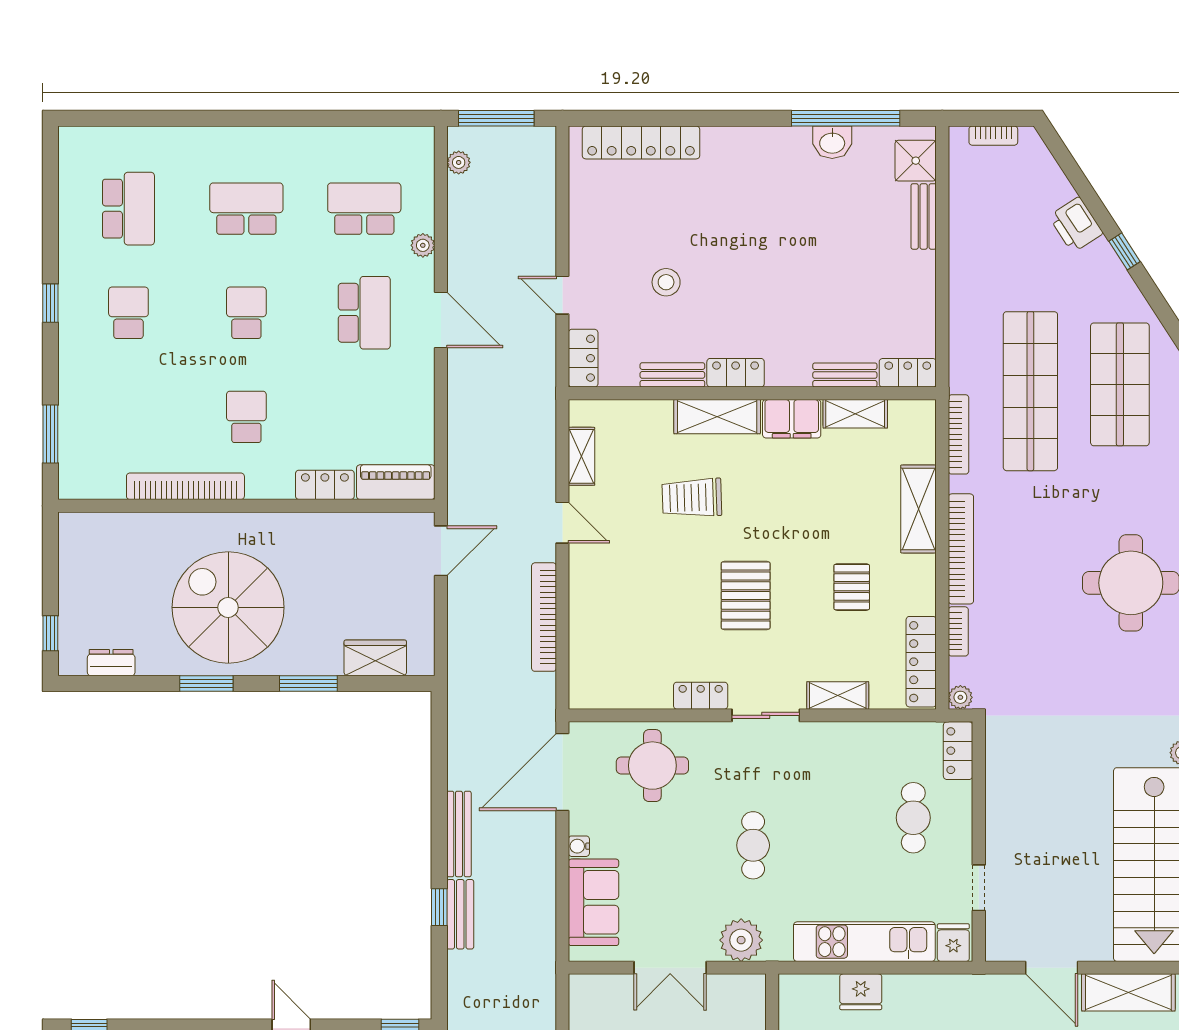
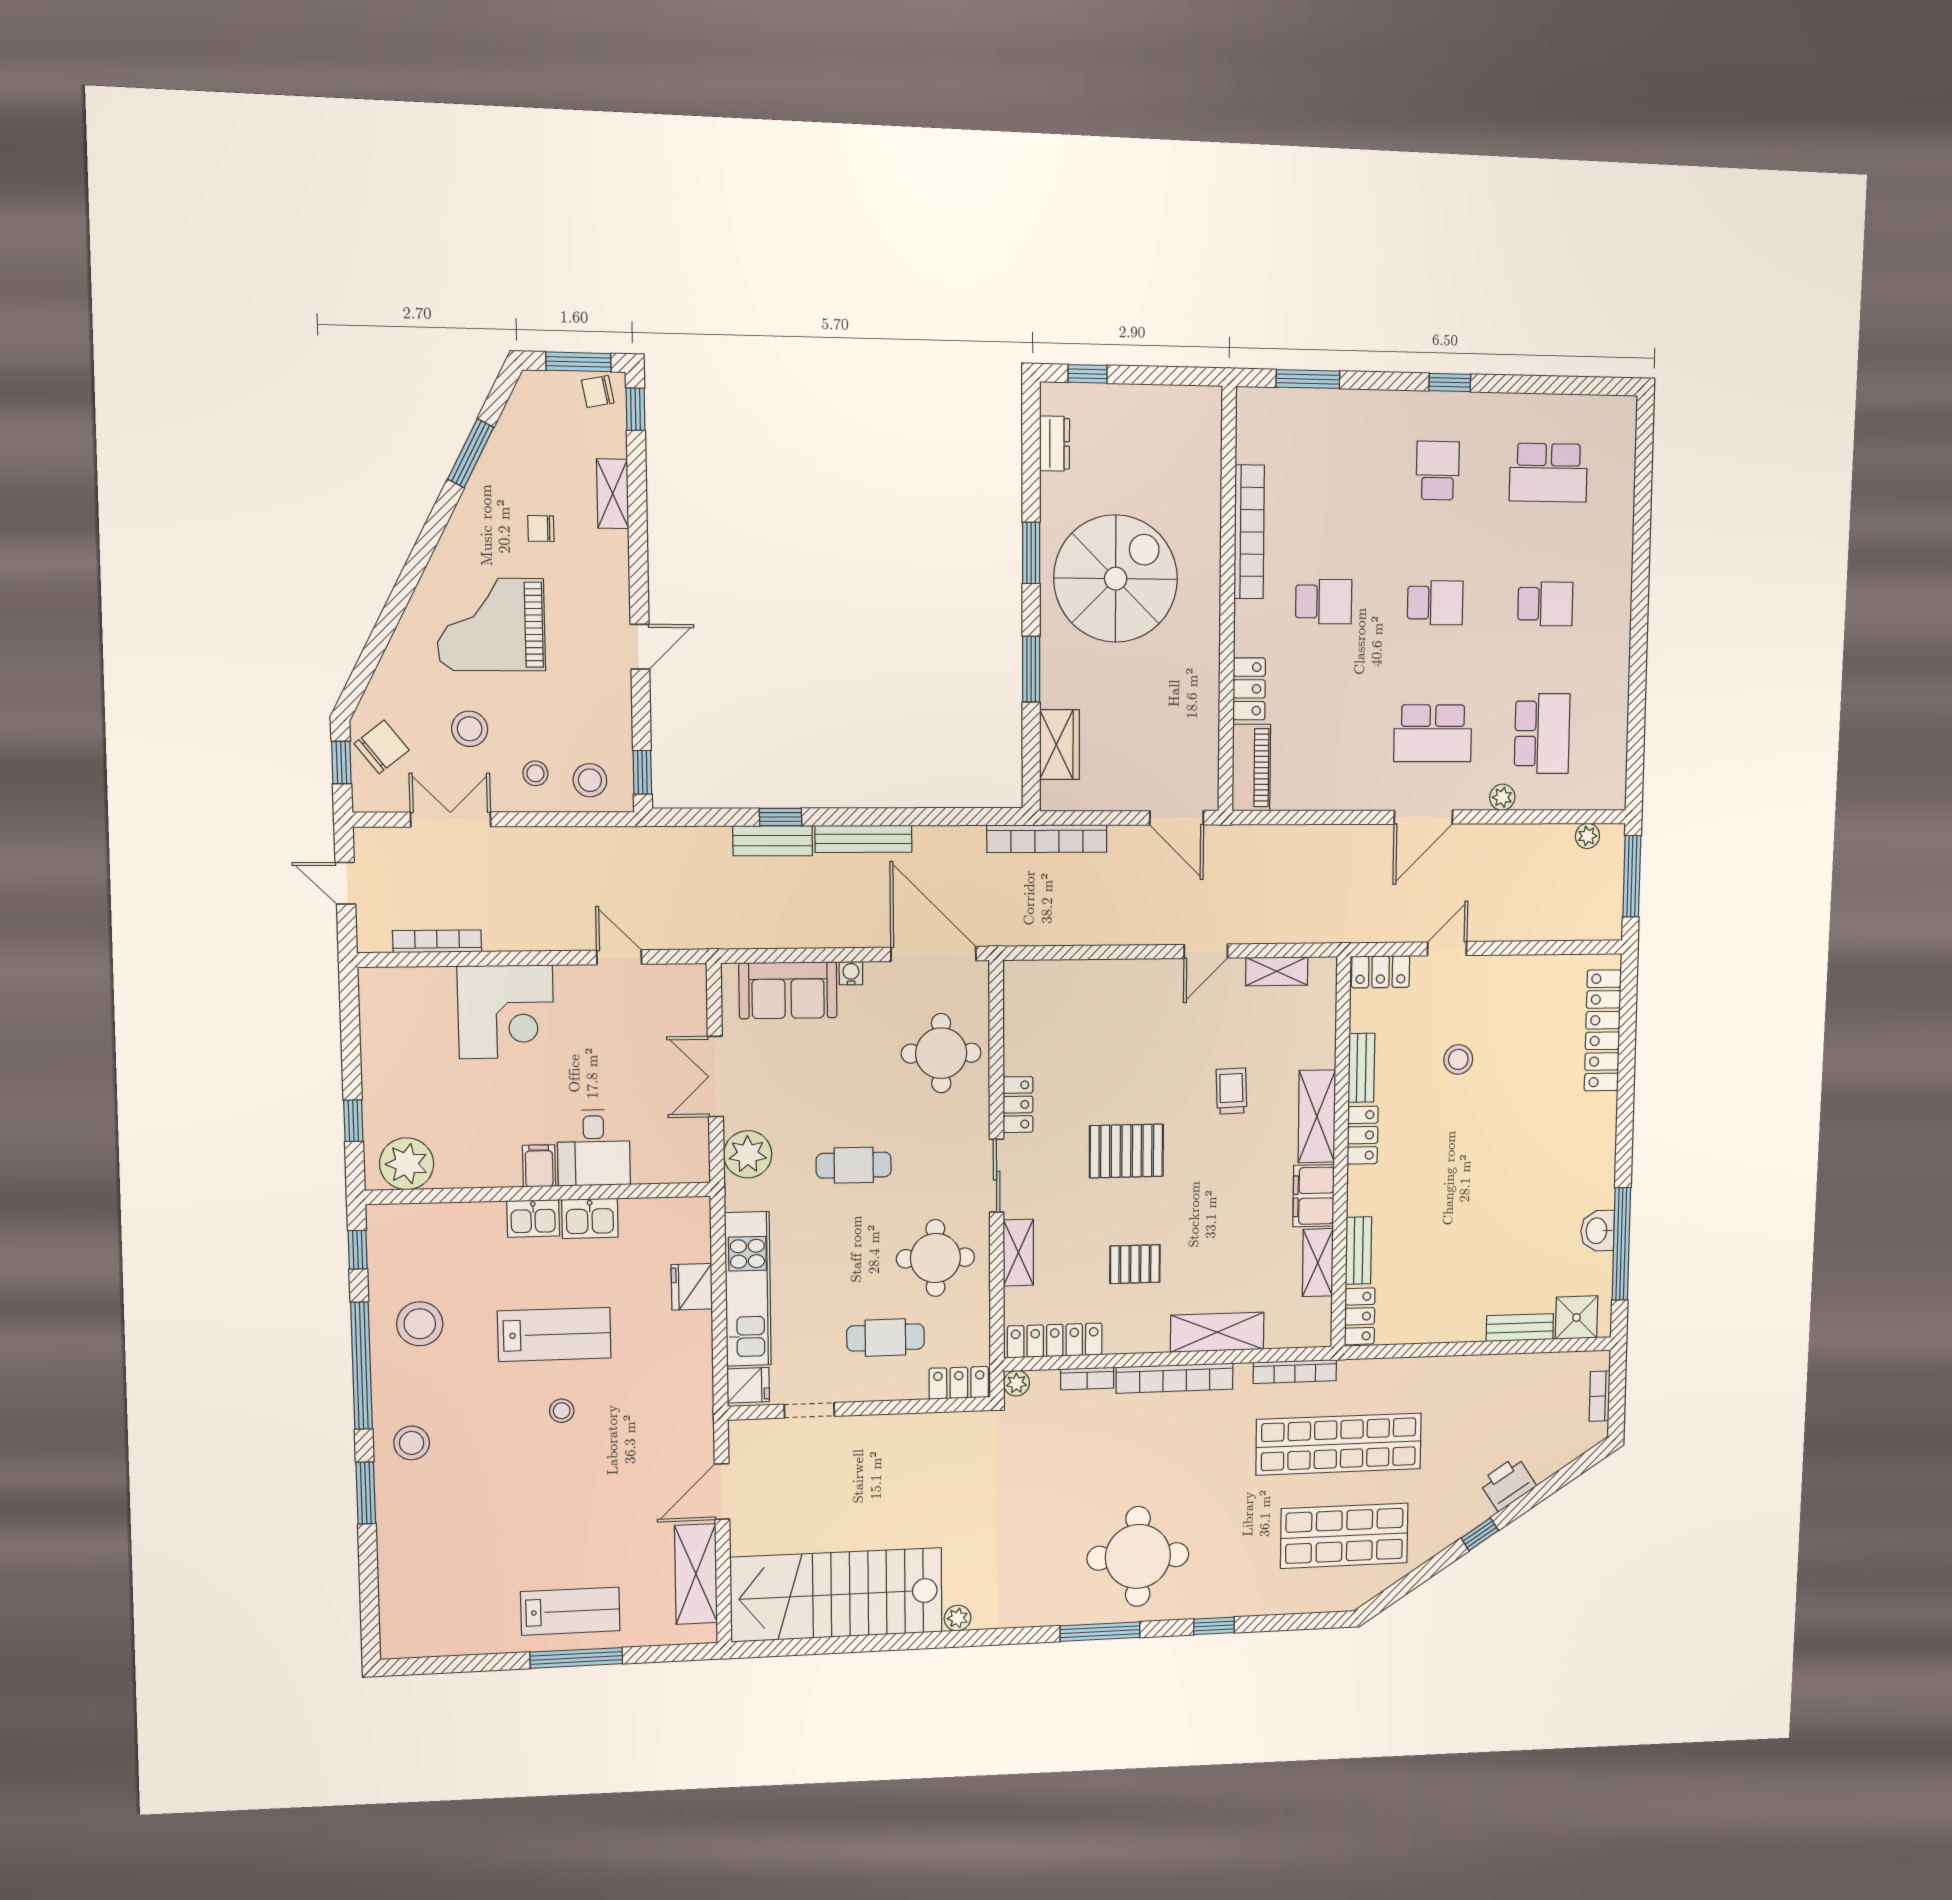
school desk: (246, 209) -> (1545, 604), width x0.54
school desk: (128, 313) -> (1438, 471), turned -90
trolley: (692, 498) -> (1231, 1091), width x0.73, depth x0.72
bookcase: (544, 617) -> (1047, 839), moved, turned 180
round table: (841, 772) -> (935, 1258), added

